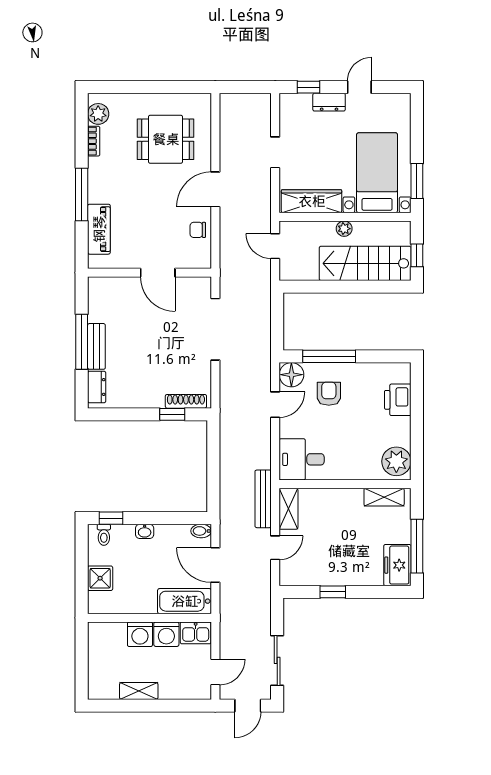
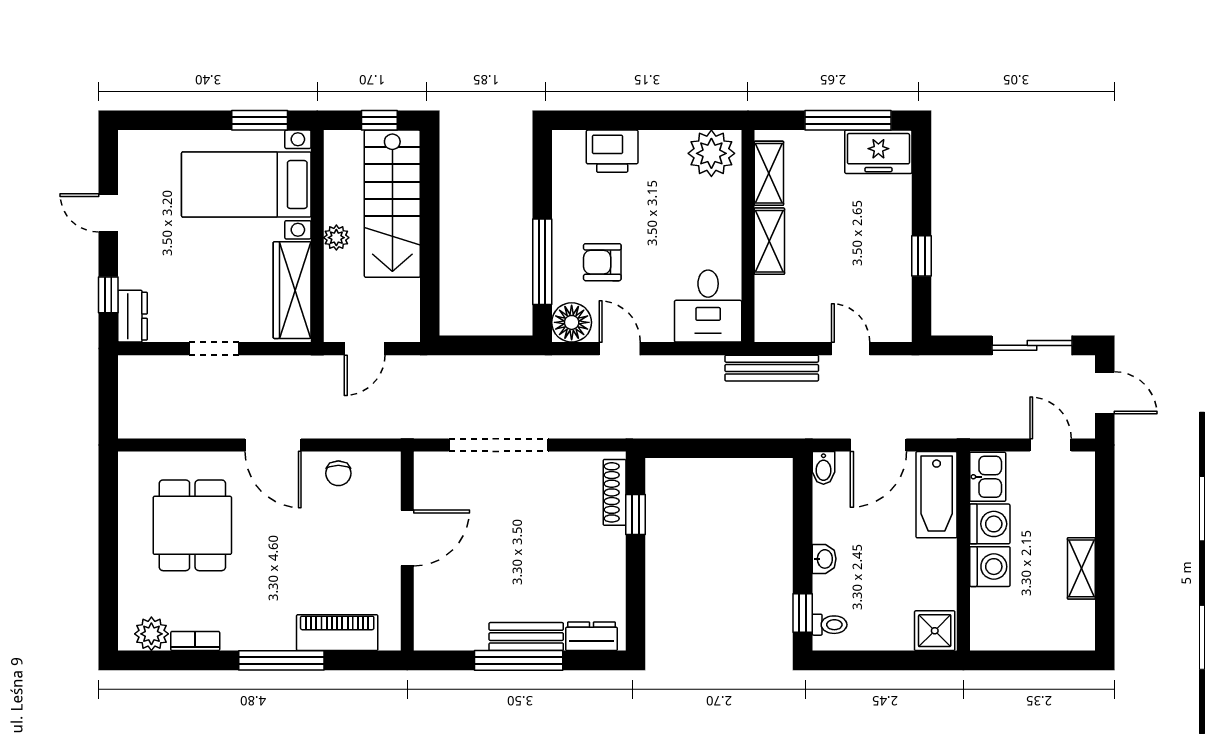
dresser: (329, 102) -> (133, 316), moved
shelving: (288, 509) -> (769, 241), moved, turned 90
shower: (100, 578) -> (935, 631), moved

